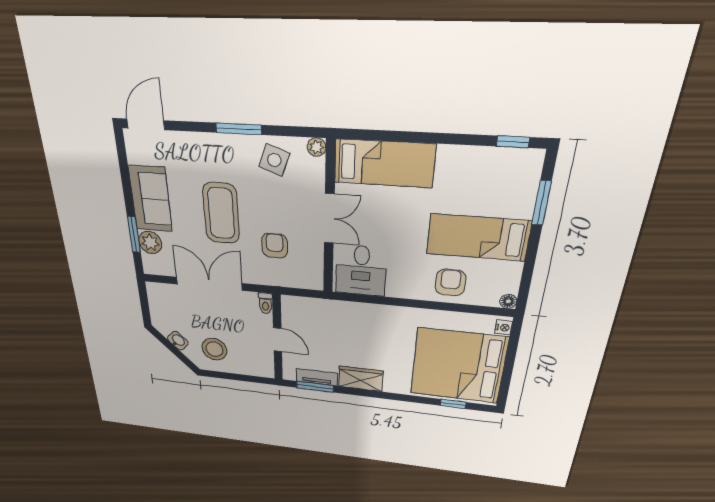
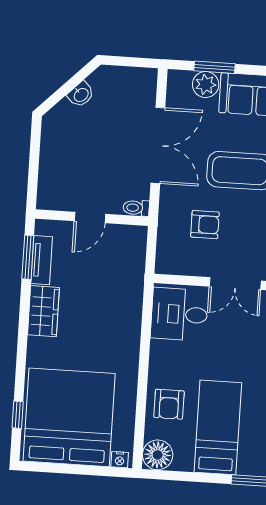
armchair: (450, 282) -> (169, 404), turned 90
floor lamp: (508, 301) -> (158, 455), width x1.89, depth x1.89
stool: (214, 349) -> (72, 139), removed

